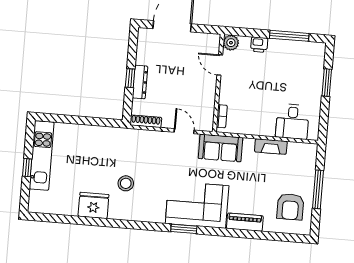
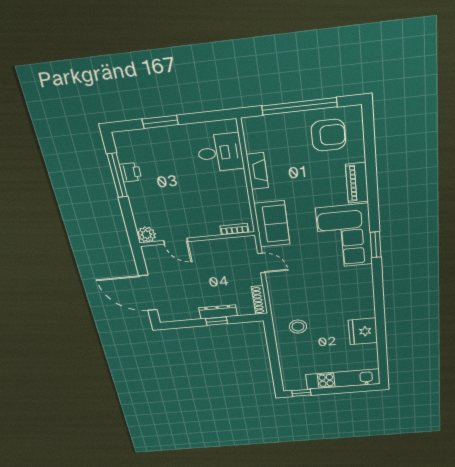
printer: (259, 45) -> (131, 172), moved
door: (220, 65) -> (176, 241), hinge flipped
door: (184, 131) -> (261, 263), swing flipped
kitchen unit: (42, 155) -> (343, 379), moved
window: (27, 168) -> (301, 393), moved
stool: (126, 183) -> (298, 327), moved
window: (318, 189) -> (300, 106), width x1.46

